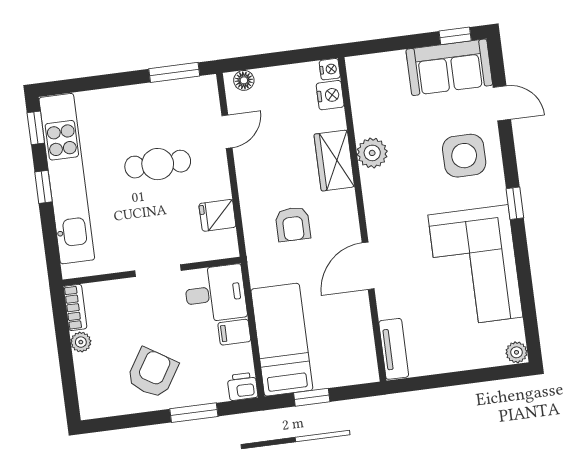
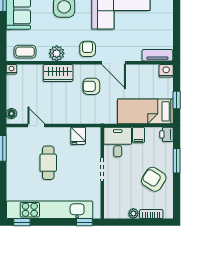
coffee table: (367, 91) -> (25, 52), added
nightstand: (330, 95) -> (166, 71), moved
window: (43, 187) -> (84, 222), moved
armchair: (388, 212) -> (88, 49), added
armchair: (293, 224) -> (91, 86), moved, turned 180
bookcase: (75, 307) -> (151, 214), moved

